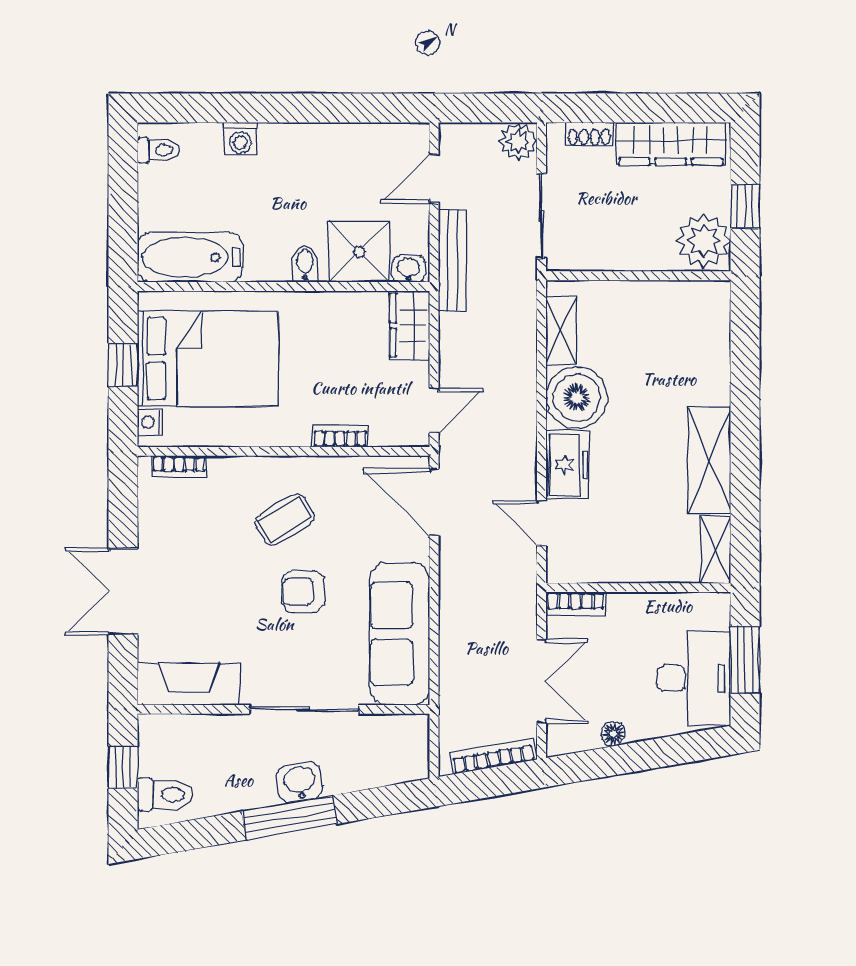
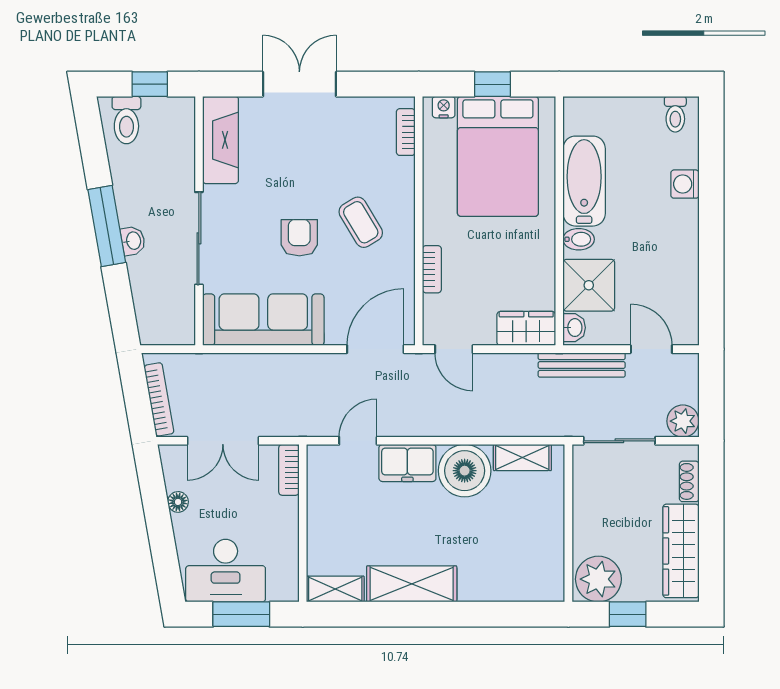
bathtub: (190, 257) -> (584, 181), moved
washbasin: (300, 782) -> (133, 241), width x0.72, depth x0.69

